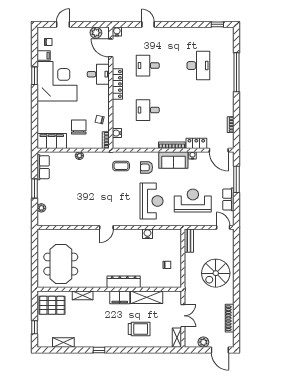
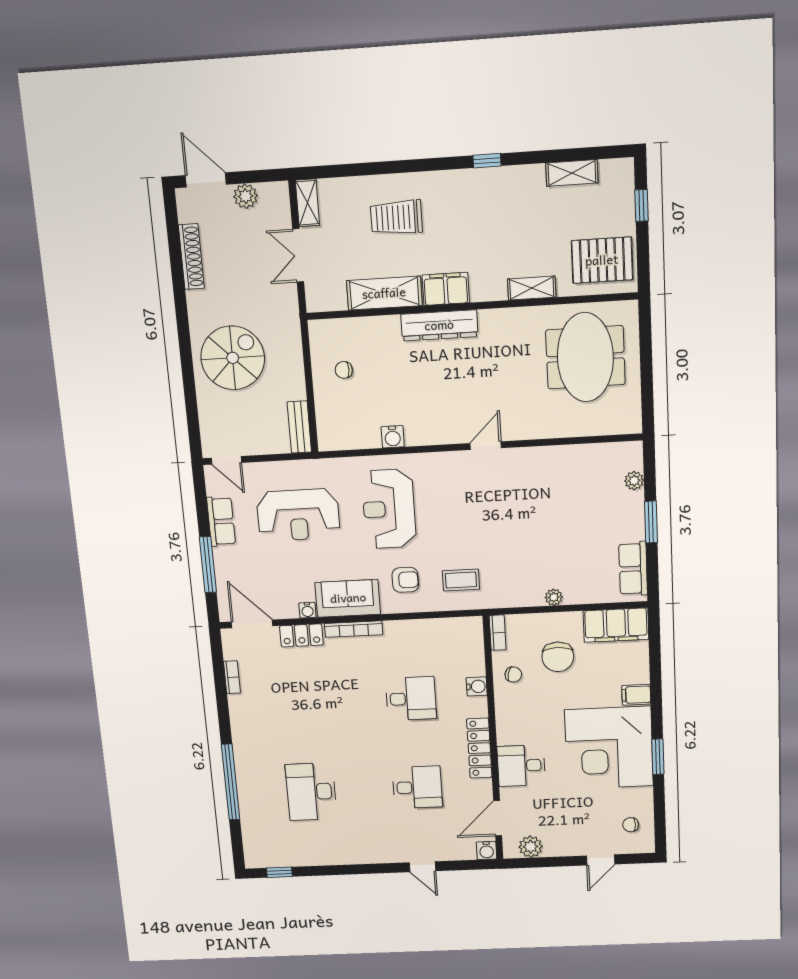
door: (111, 48) -> (498, 818), swing flipped
filing cabinet: (44, 56) -> (636, 695), moved
water cooler: (117, 133) -> (477, 686), moved

